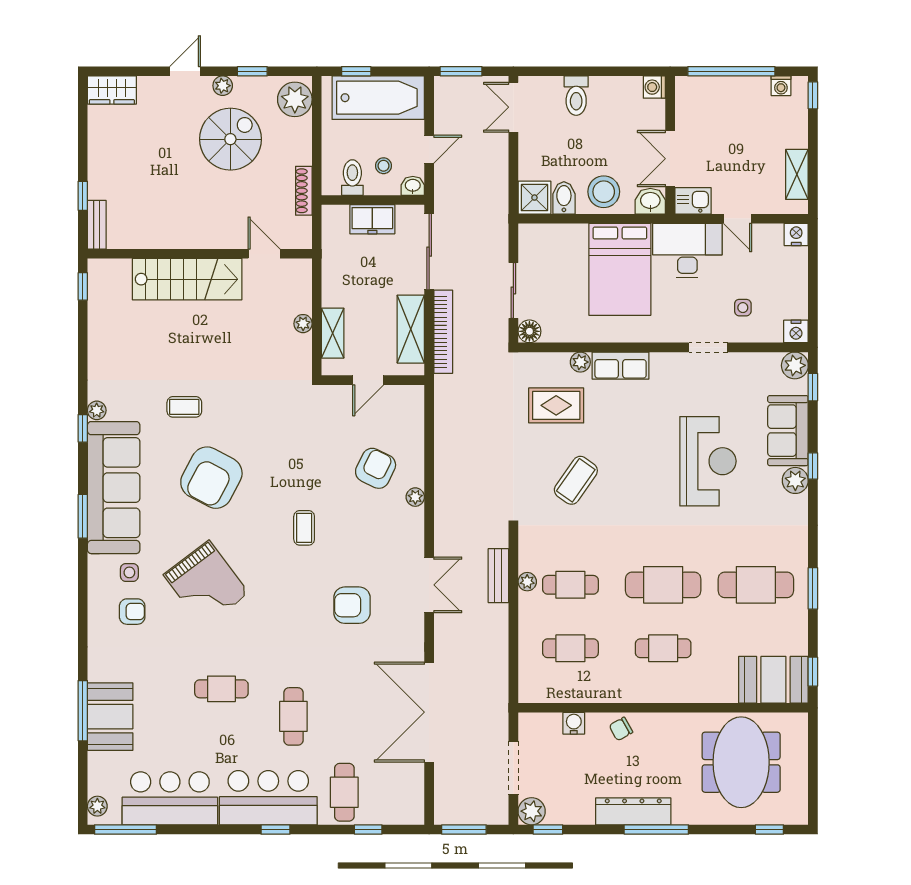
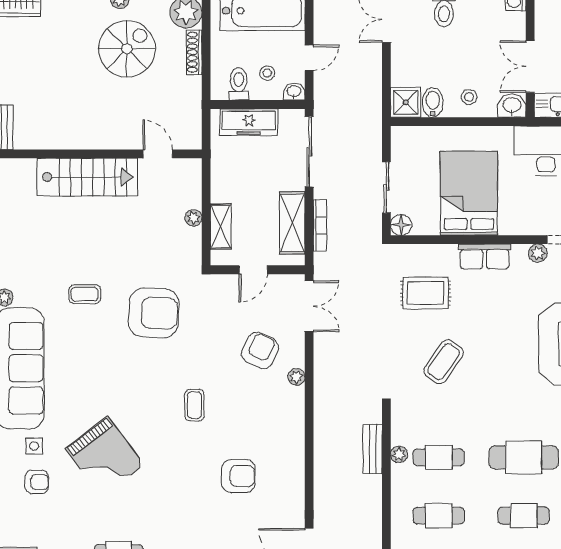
shoe rack: (304, 191) -> (194, 52), moved
stool: (604, 192) -> (469, 97), width x0.53, depth x0.53
freezer: (372, 219) -> (249, 122), width x1.40
bed: (620, 269) -> (469, 193), moved, turned 180
bookcase: (443, 332) -> (320, 225), width x0.68, depth x0.76
plant: (580, 362) -> (538, 253), moved
armchair: (211, 478) -> (154, 313), moved, turned -115
double door: (429, 585) -> (309, 306), moved
armchair: (352, 605) -> (238, 476), turned 180

